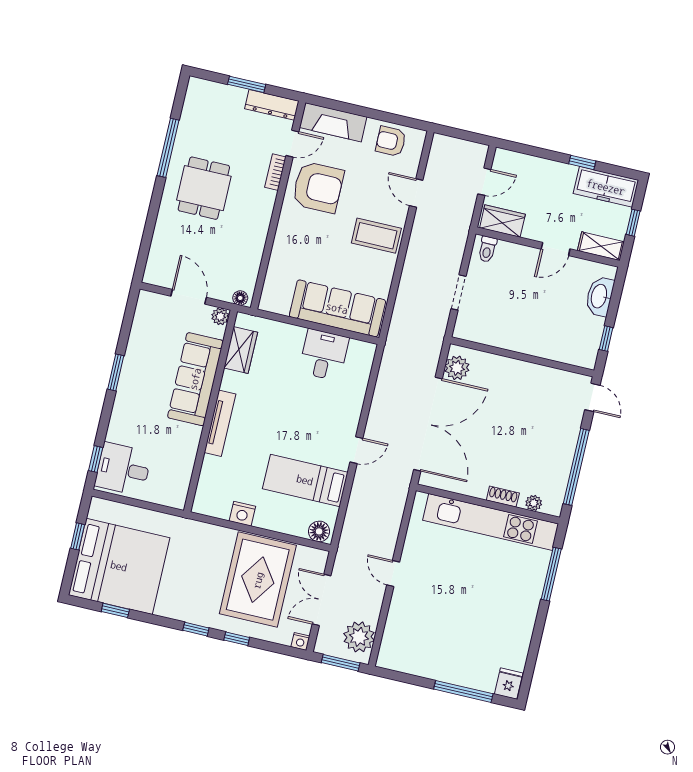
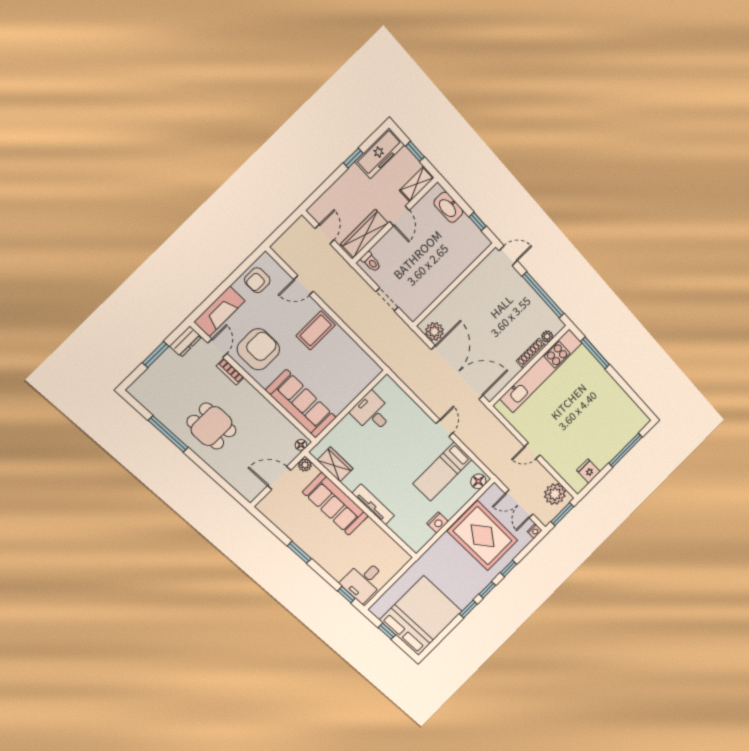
dresser: (272, 105) -> (186, 342), width x0.70
wardrobe: (502, 221) -> (364, 234), width x1.50
sofa: (337, 308) -> (301, 404), moved, turned 90
shoe rack: (503, 497) -> (531, 353), width x1.43
window: (115, 610) -> (468, 609), moved
fridge: (509, 684) -> (588, 471), moved

